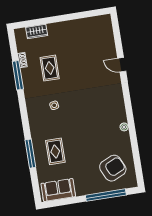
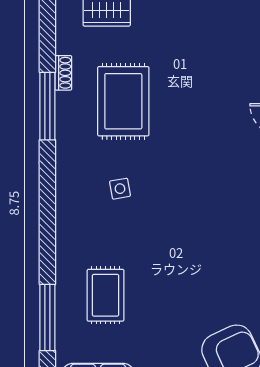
rug: (50, 68) -> (123, 101), width x1.36, depth x1.43
window: (30, 154) -> (47, 318), moved

